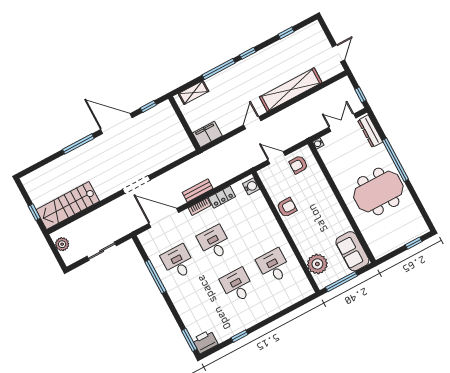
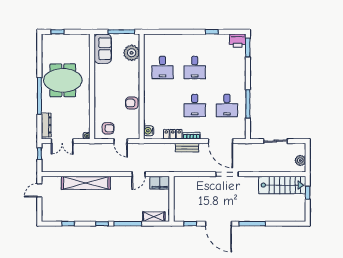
door: (252, 123) -> (139, 174), moved

